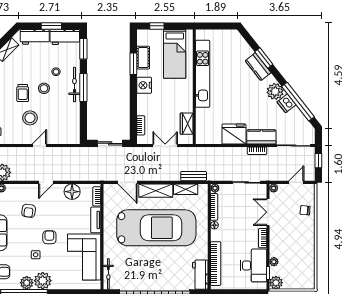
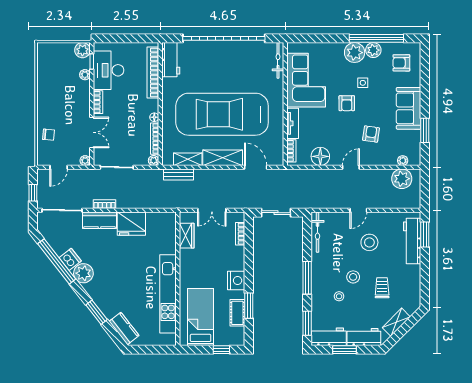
kitchen counter: (258, 67) -> (124, 329), moved
bicycle: (74, 85) -> (318, 232), moved
trolley: (23, 93) -> (382, 288), moved

